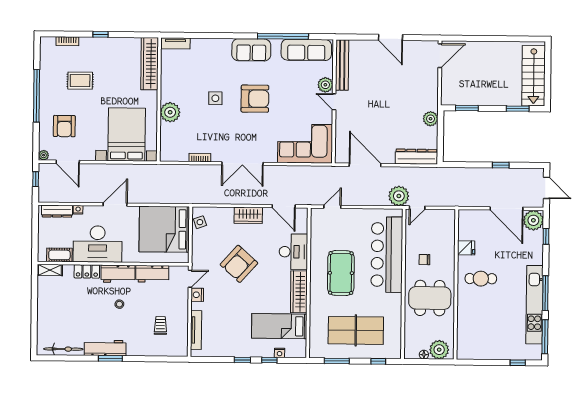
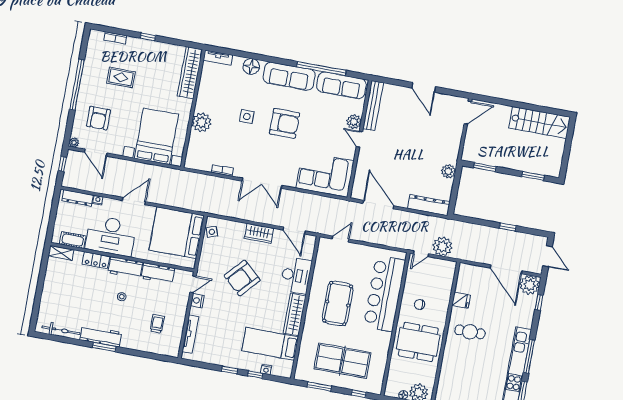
floor lamp: (211, 47) -> (251, 66), added
sofa: (251, 50) -> (289, 76), width x1.36
stairs: (534, 76) -> (540, 122), moved, turned -90
plant: (399, 196) -> (442, 246), moved

